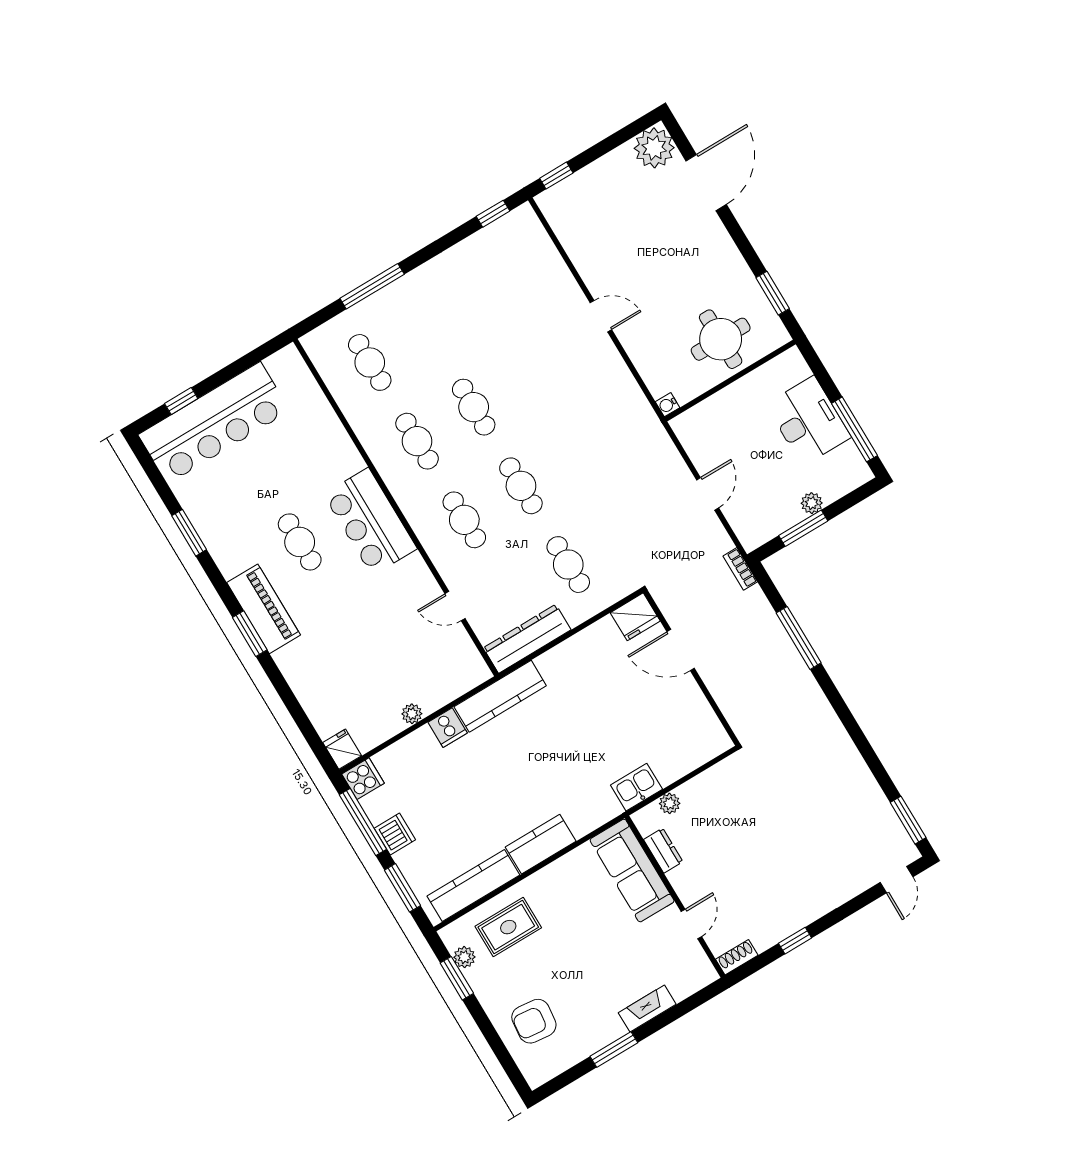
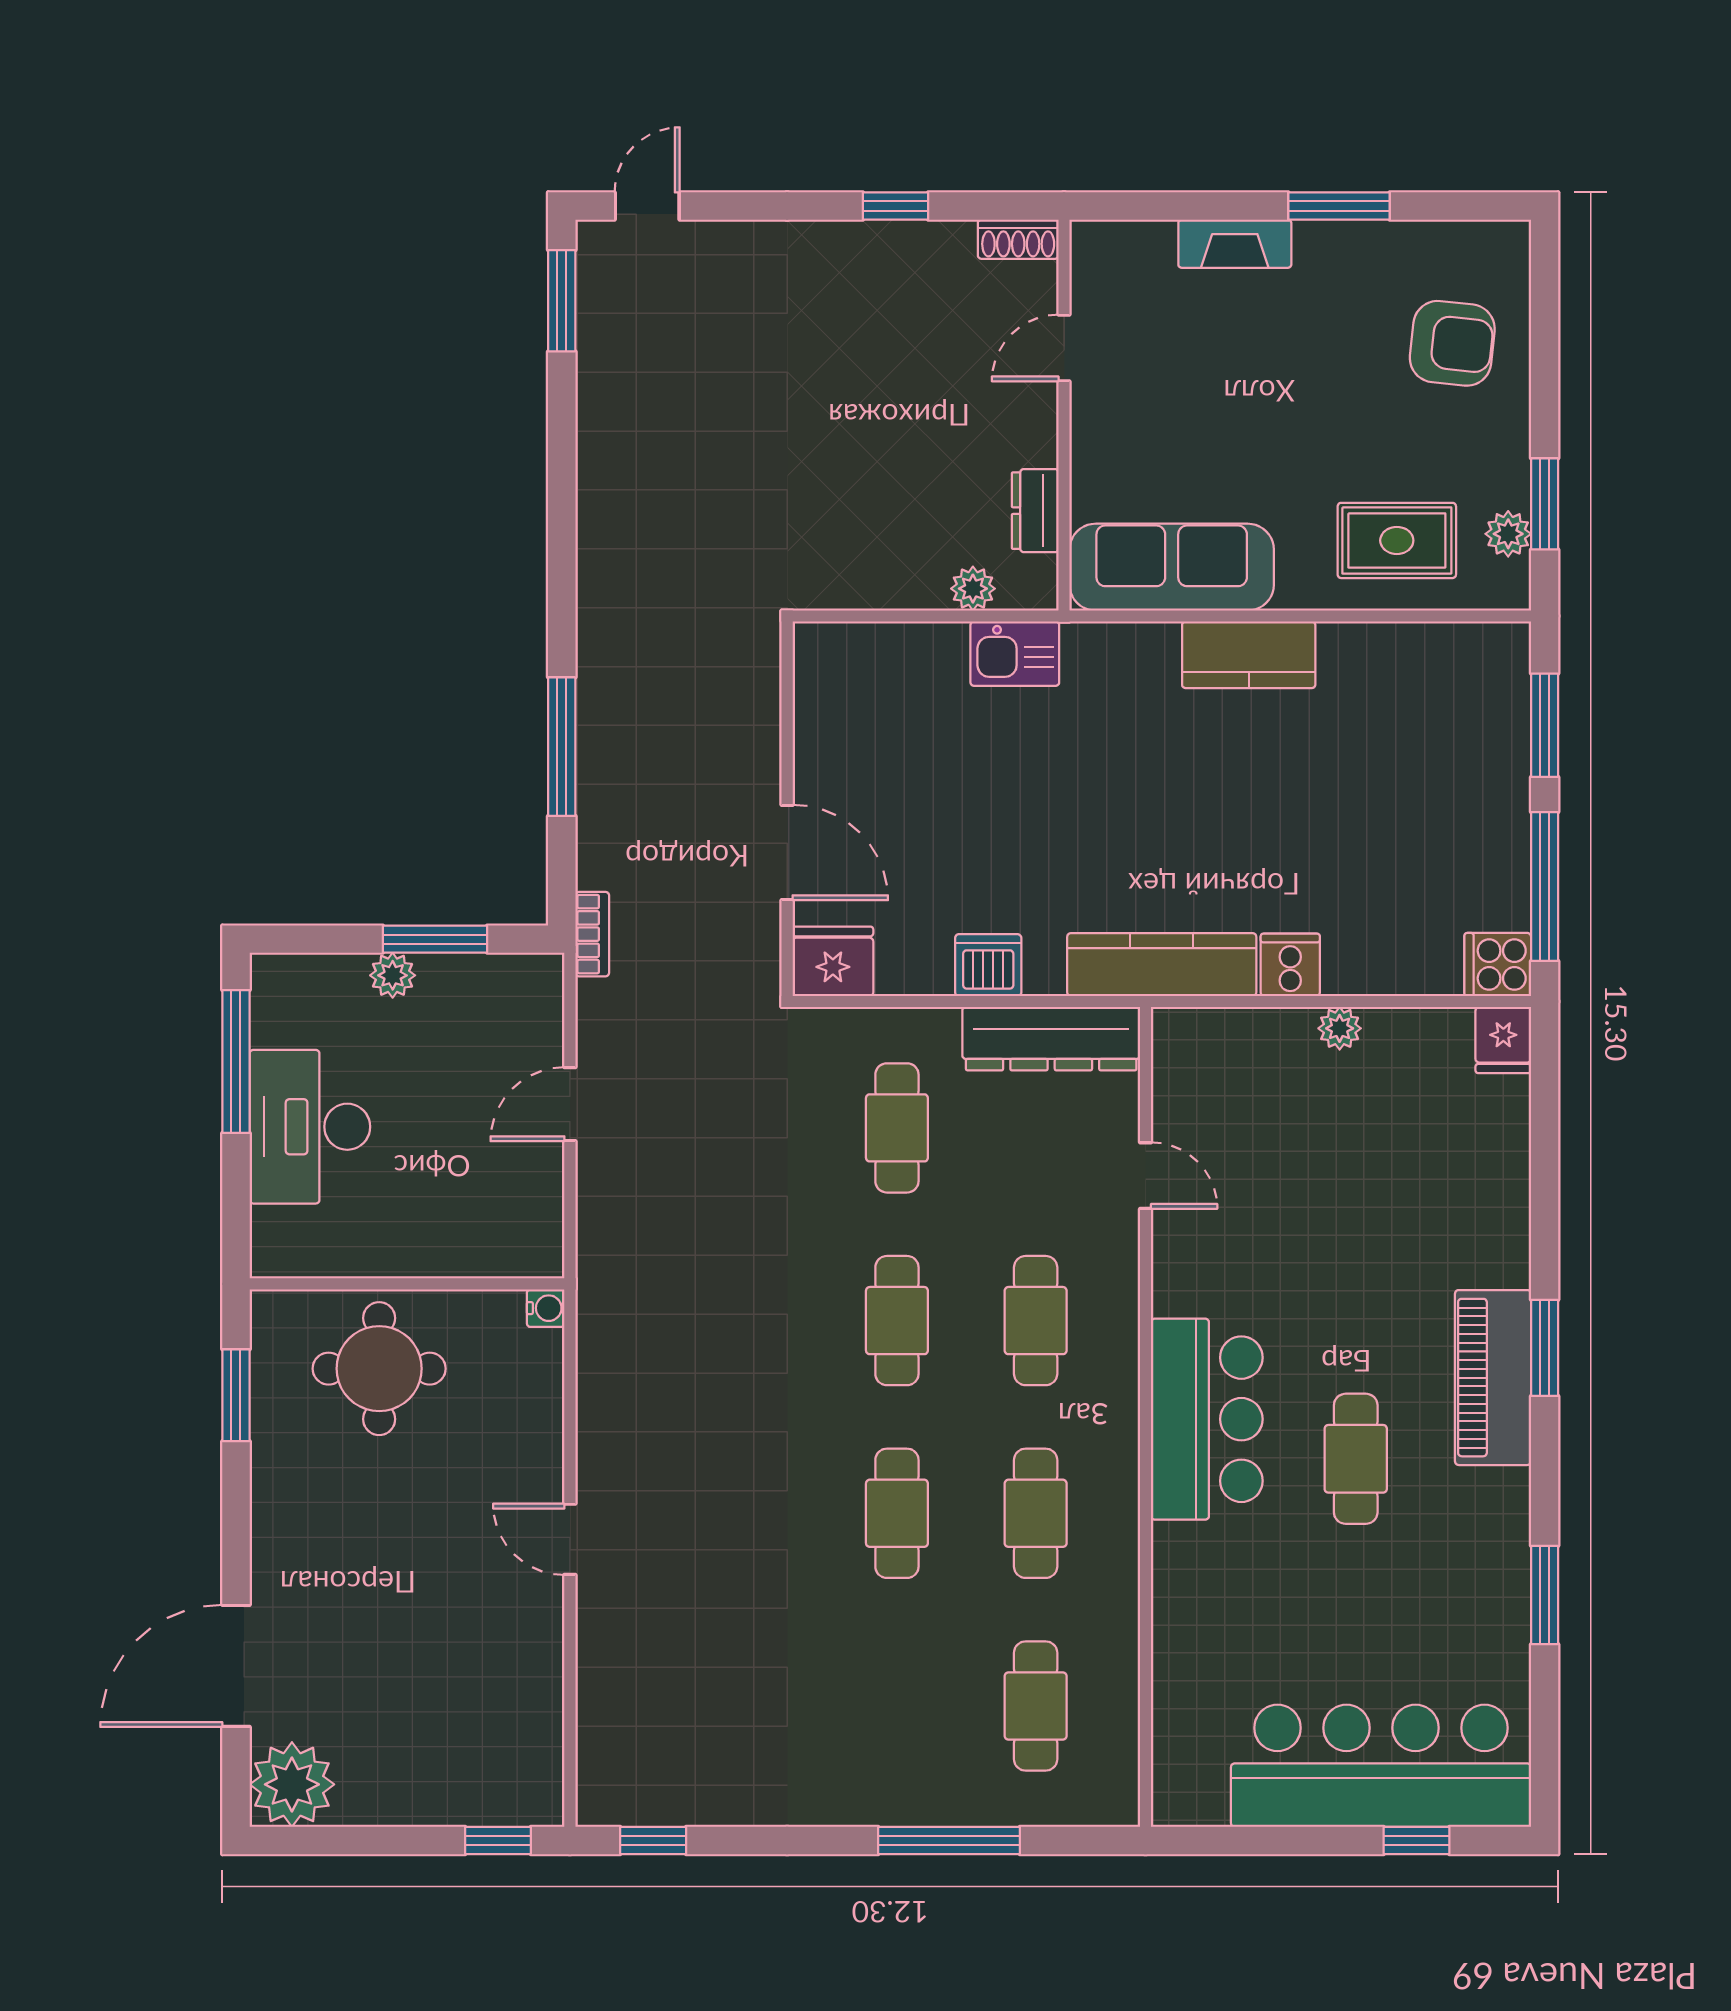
dishwasher: (395, 834) -> (988, 965), moved, turned 90
sofa: (632, 871) -> (1172, 567), moved, turned -90
kitchen counter: (473, 885) -> (1415, 653), removed

